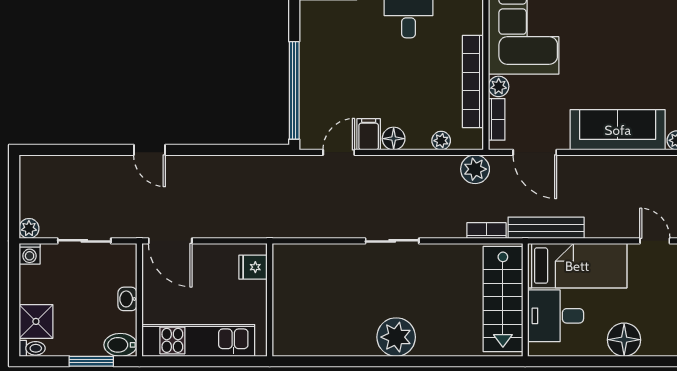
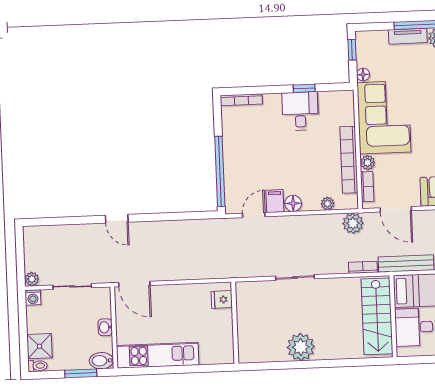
fridge: (253, 267) -> (222, 299), moved
wall: (270, 300) -> (235, 323), moved

